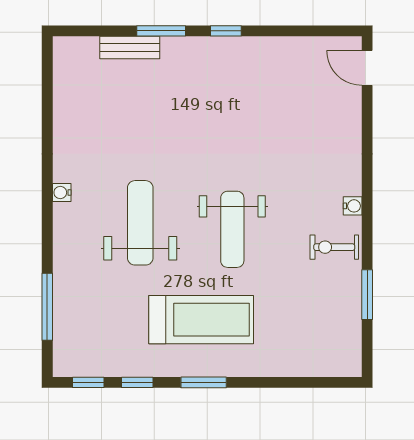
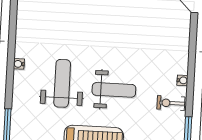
weight bench: (232, 229) -> (114, 90), turned -90

